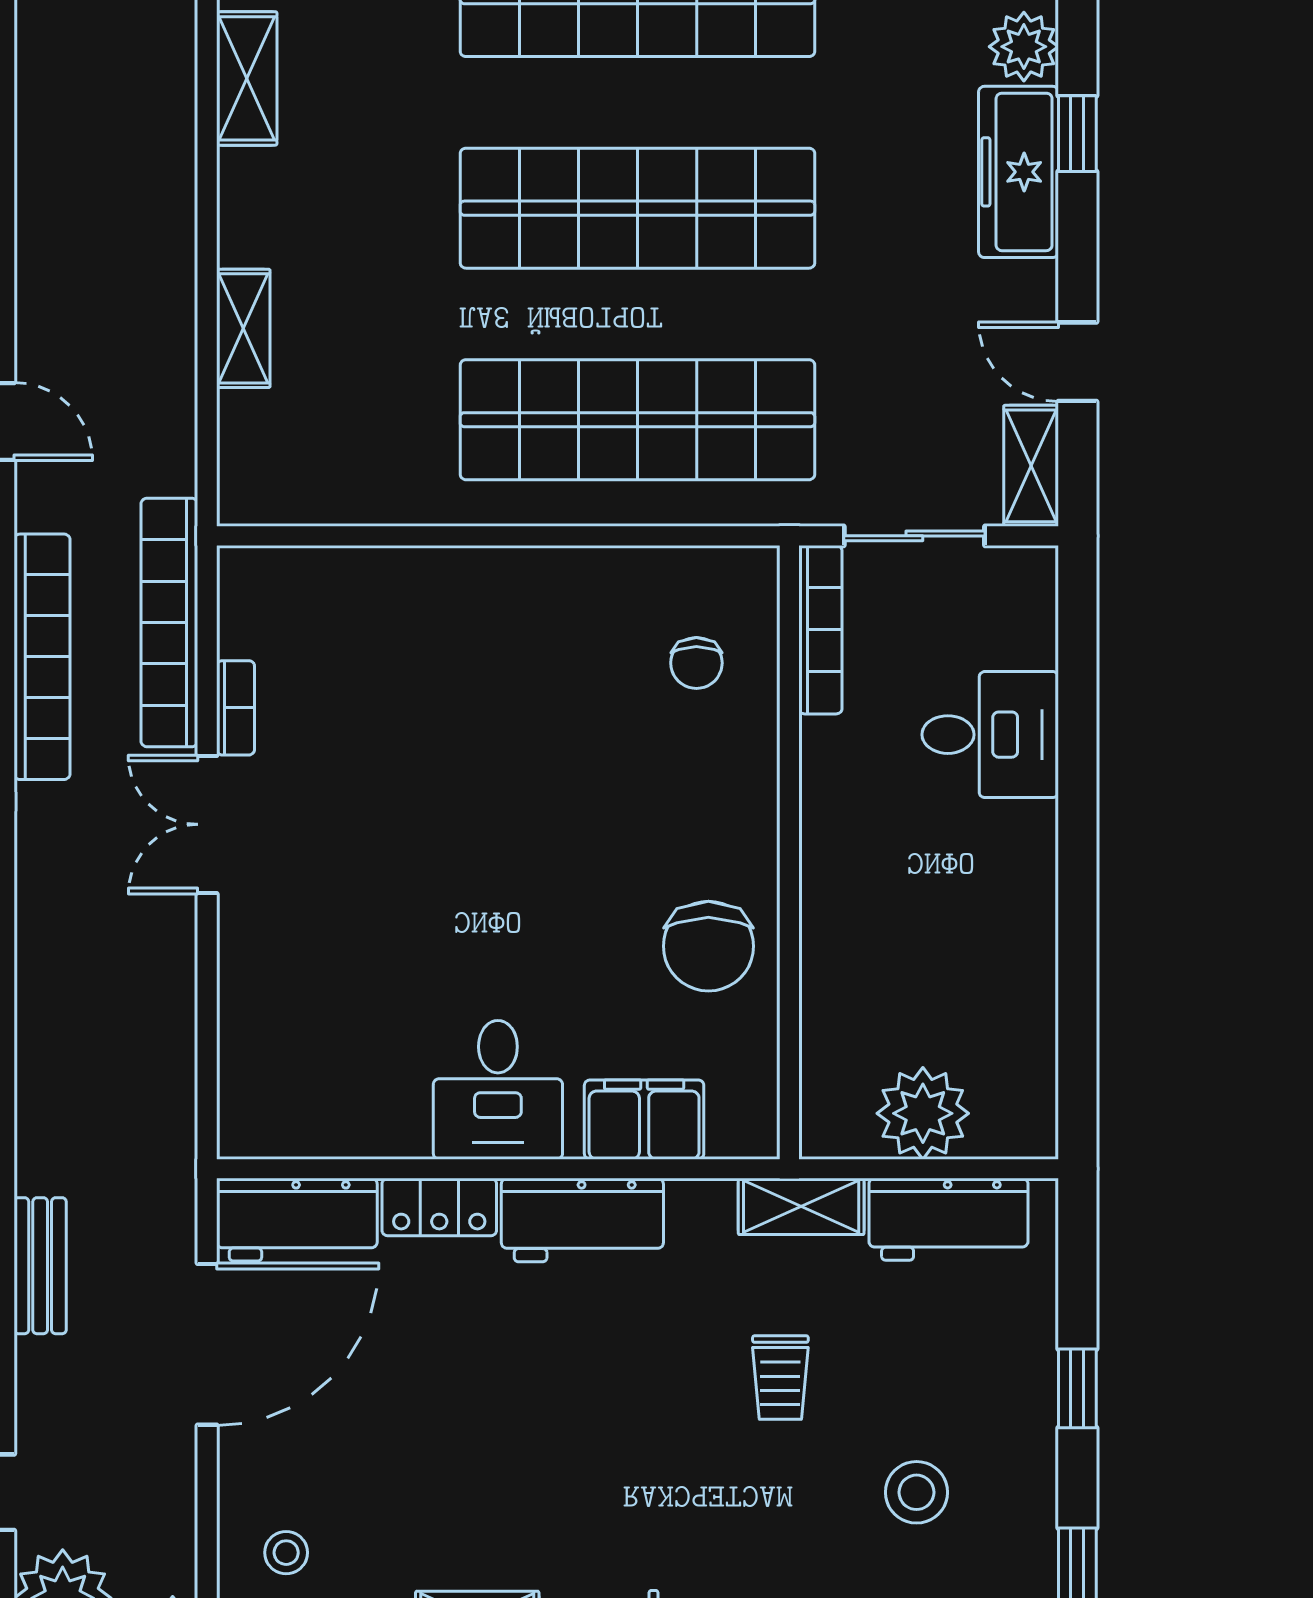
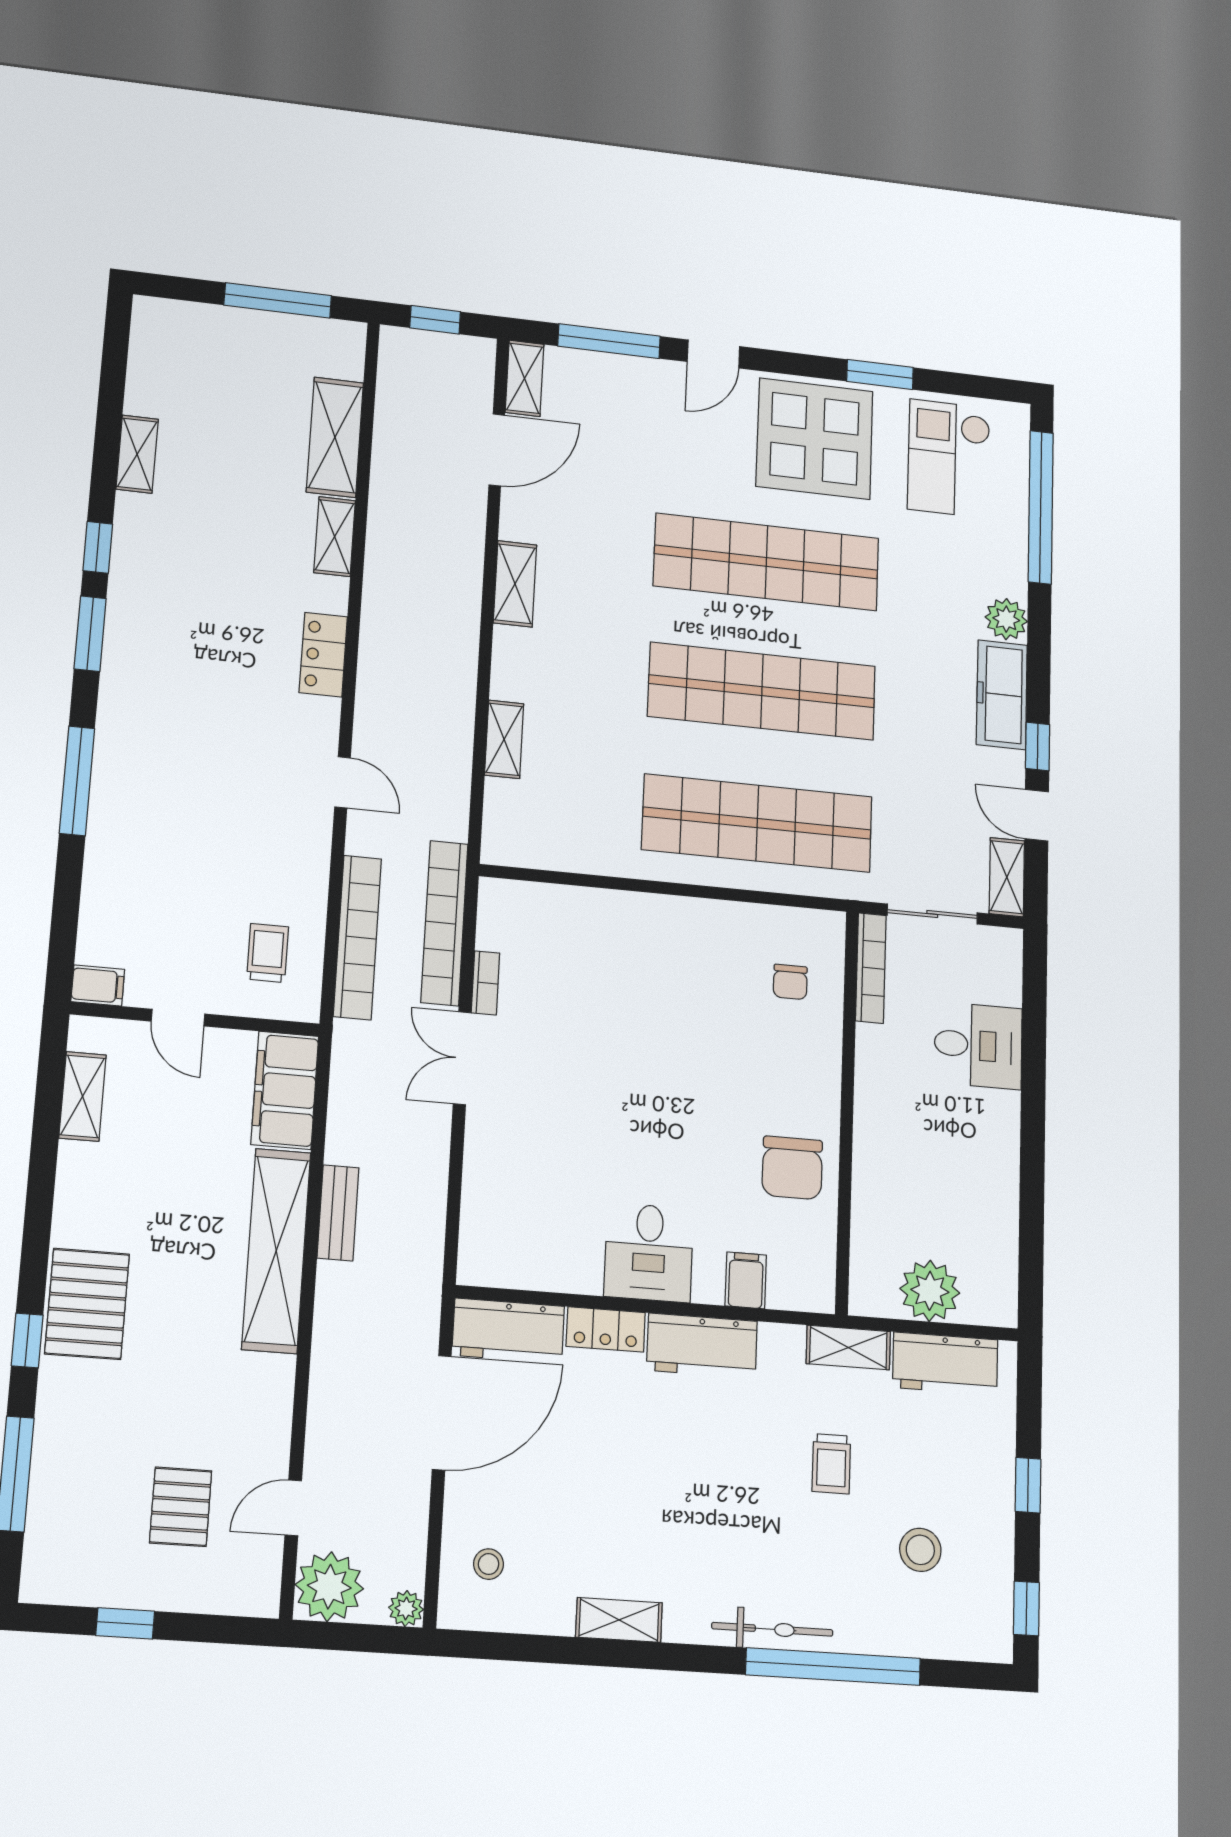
window: (1077, 134) -> (1038, 746), moved
filing cabinet: (644, 1120) -> (746, 1280), width x0.50
bench: (40, 1266) -> (338, 1213), moved

